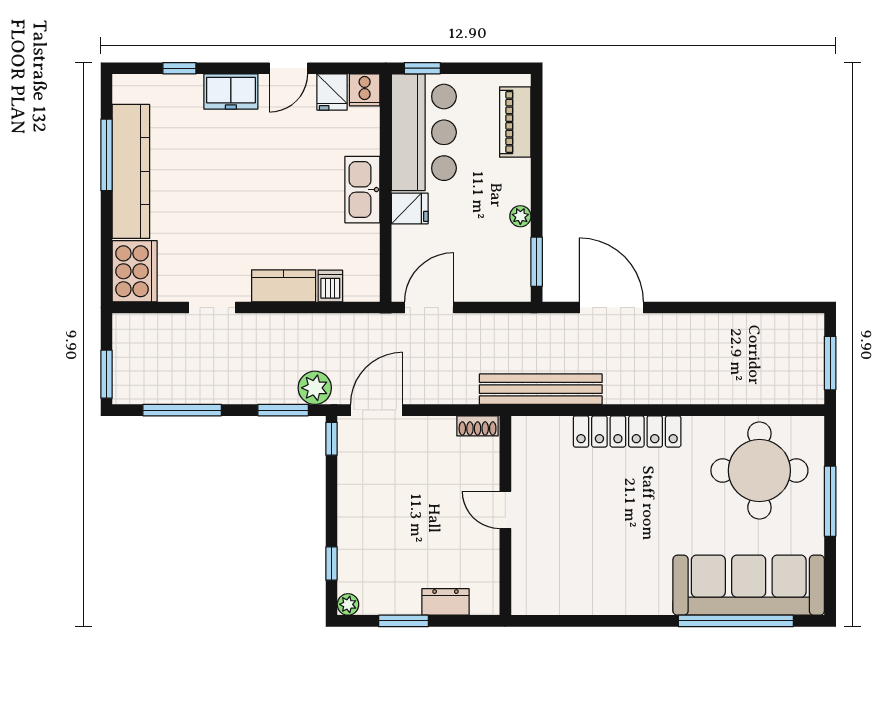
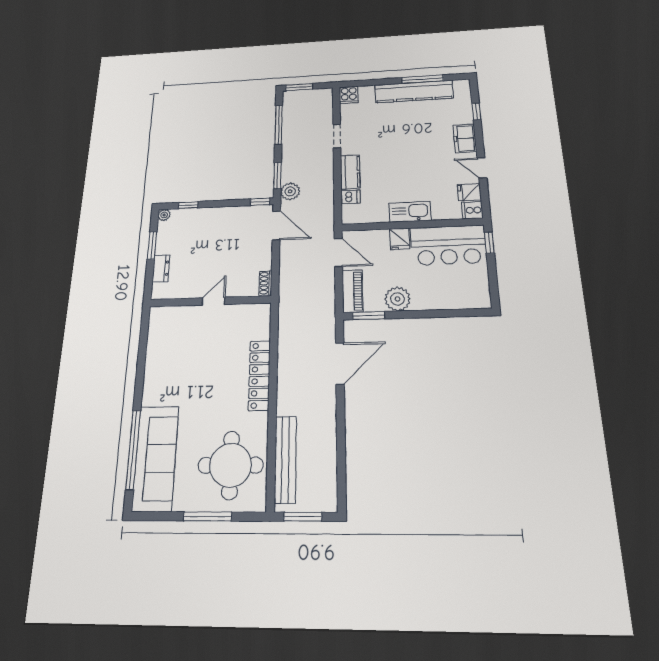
piano: (515, 122) -> (352, 291), moved, turned 90
plant: (520, 216) -> (397, 299), width x1.88, depth x1.88
cooker: (135, 271) -> (349, 95), width x0.53, depth x0.76
bench: (541, 389) -> (285, 459), moved

